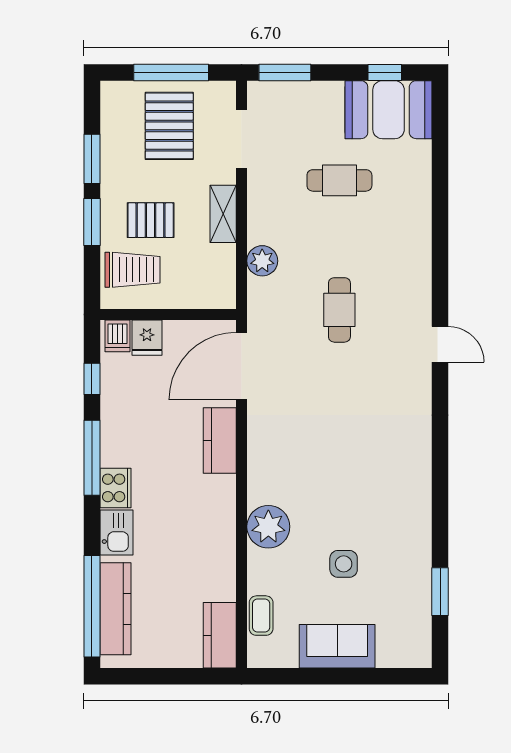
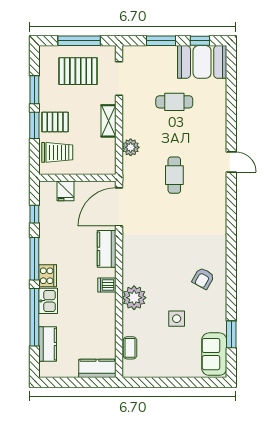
window: (285, 72) -> (161, 41), moved
pallet: (169, 126) -> (78, 71), turned 90
pallet: (151, 220) -> (55, 122), moved
dishwasher: (118, 336) -> (107, 285), moved, turned 90
door: (440, 344) -> (231, 162), moved
armchair: (390, 493) -> (203, 278), added
window: (92, 606) -> (34, 317), moved
kitchen counter: (115, 609) -> (48, 344), width x0.67
kitchen counter: (220, 635) -> (97, 368), moved, turned 90
sofa: (337, 646) -> (214, 354), moved, turned -90

